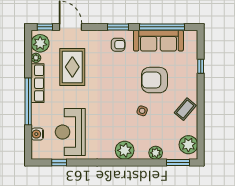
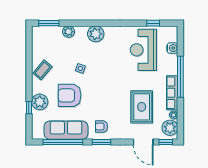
armchair: (154, 80) -> (70, 95), turned 180
reception desk: (70, 132) -> (143, 50), turned 180
plant: (188, 145) -> (40, 102), moved

